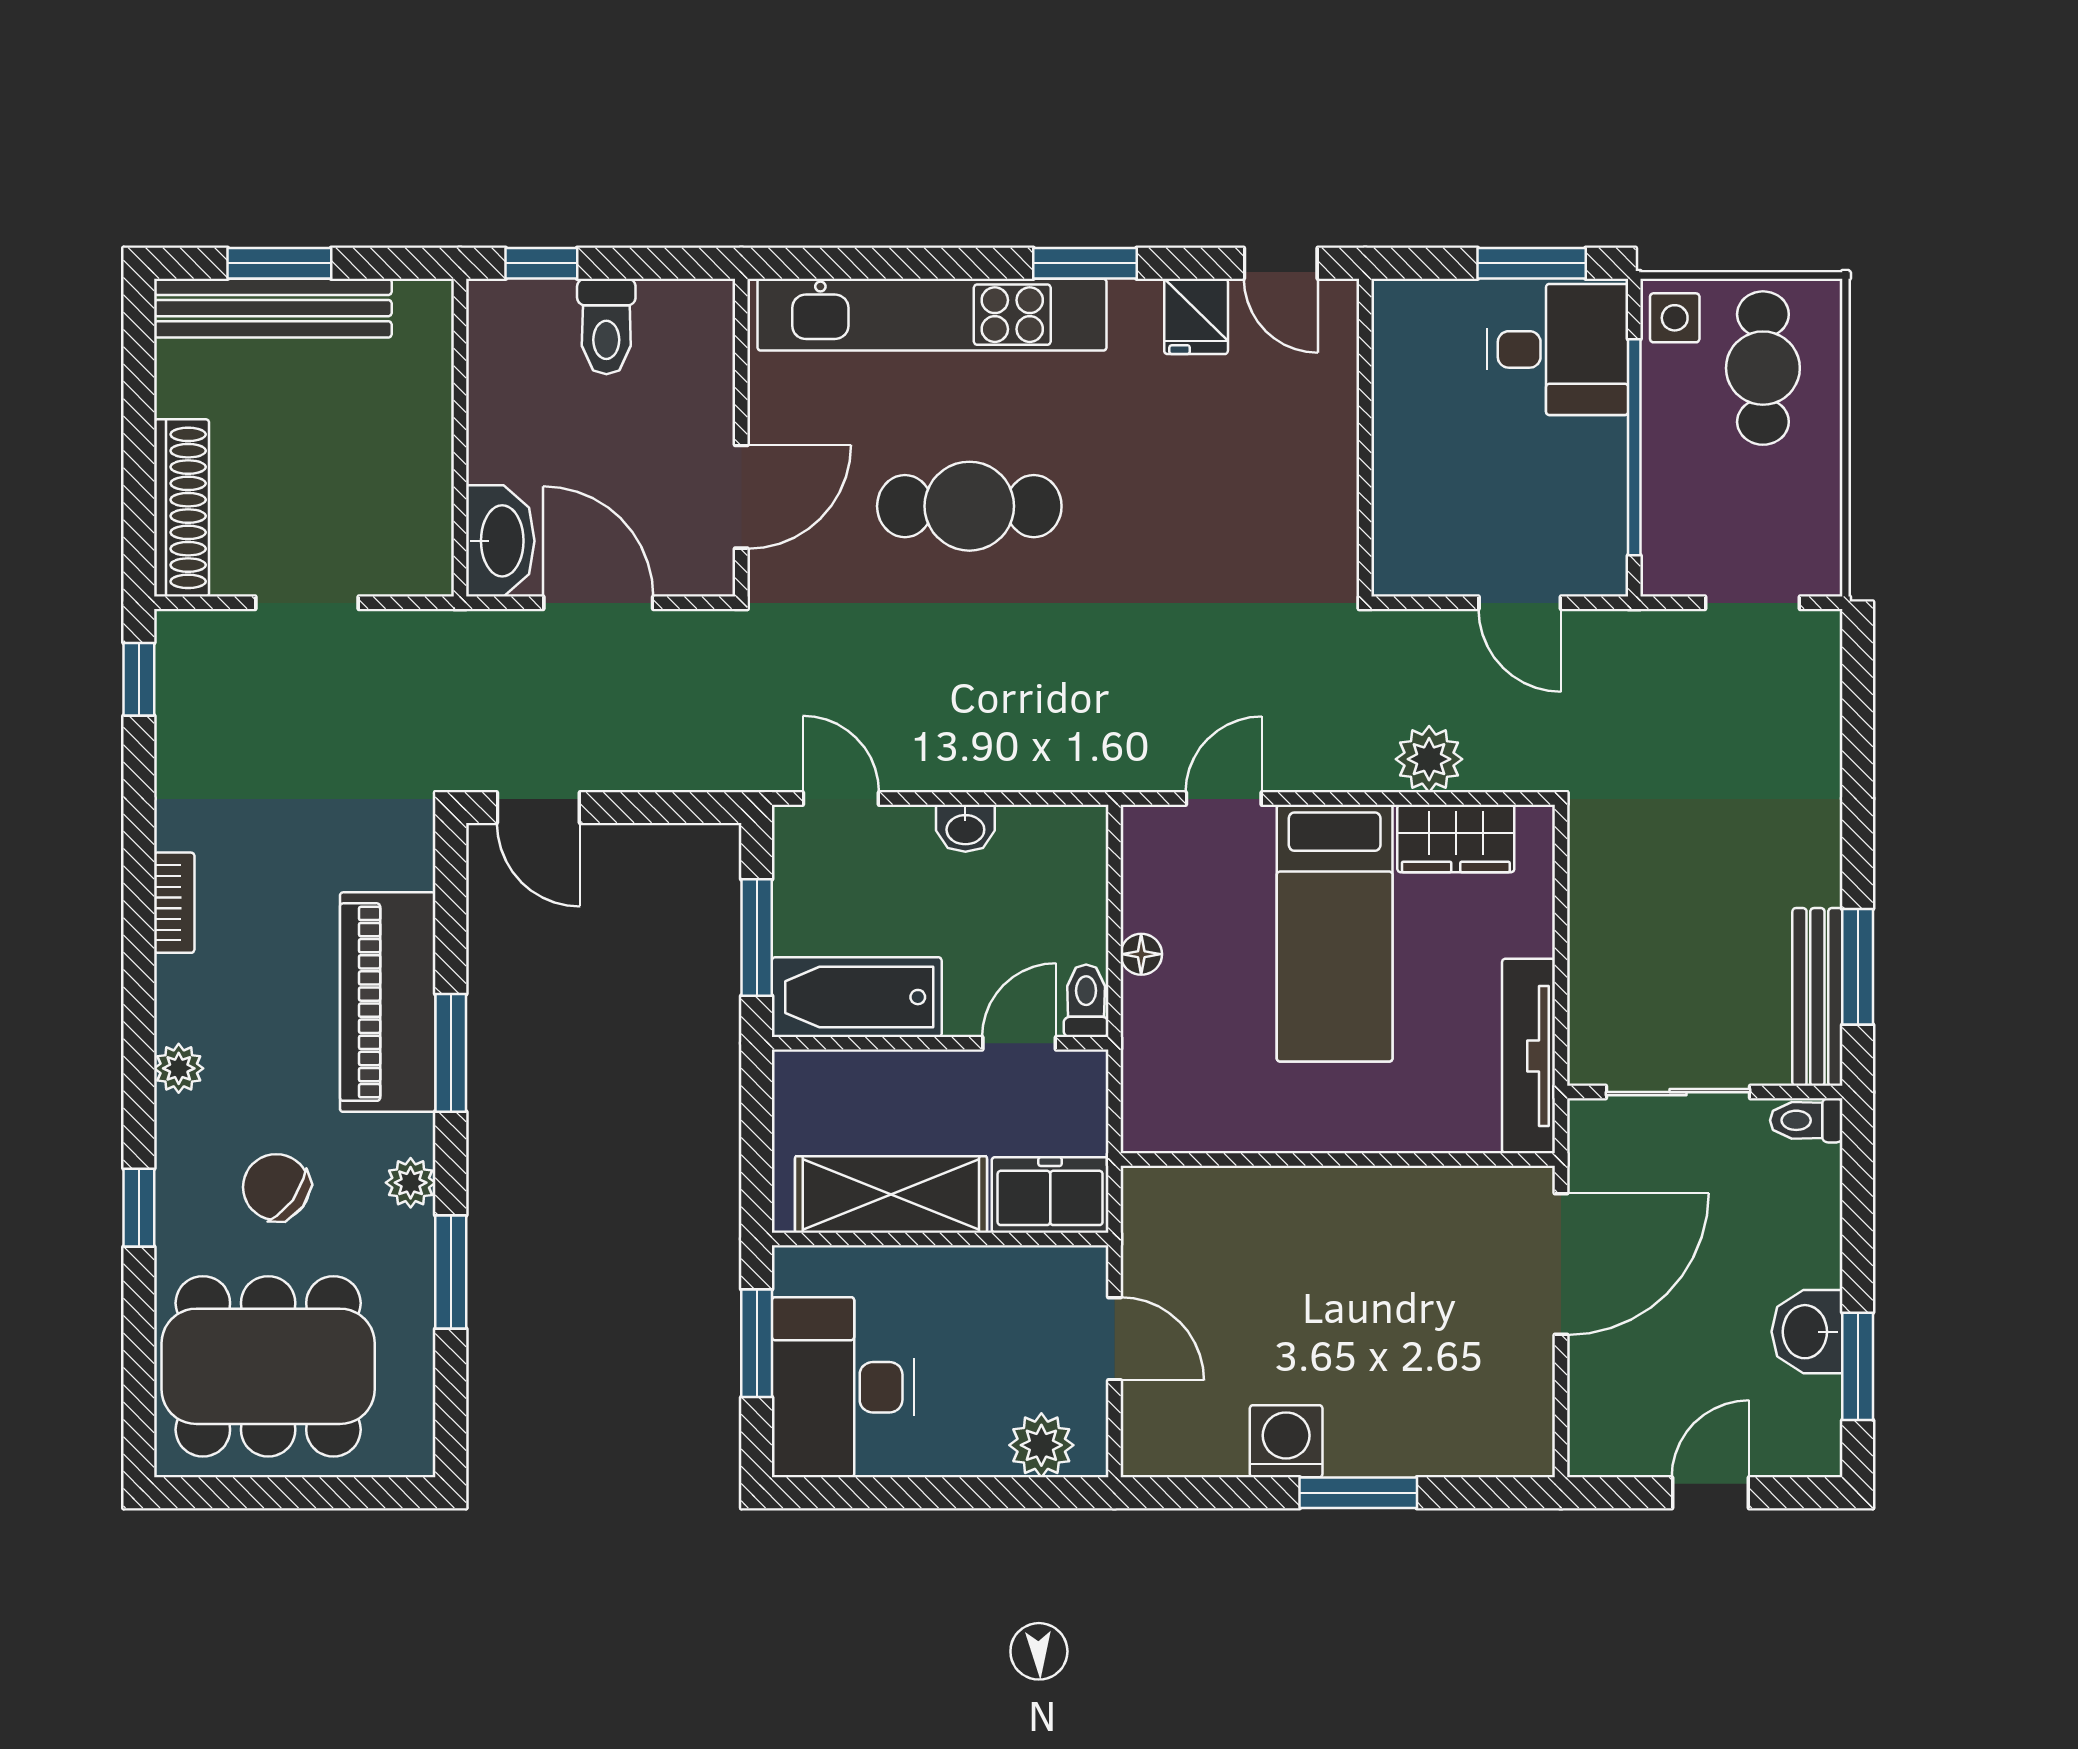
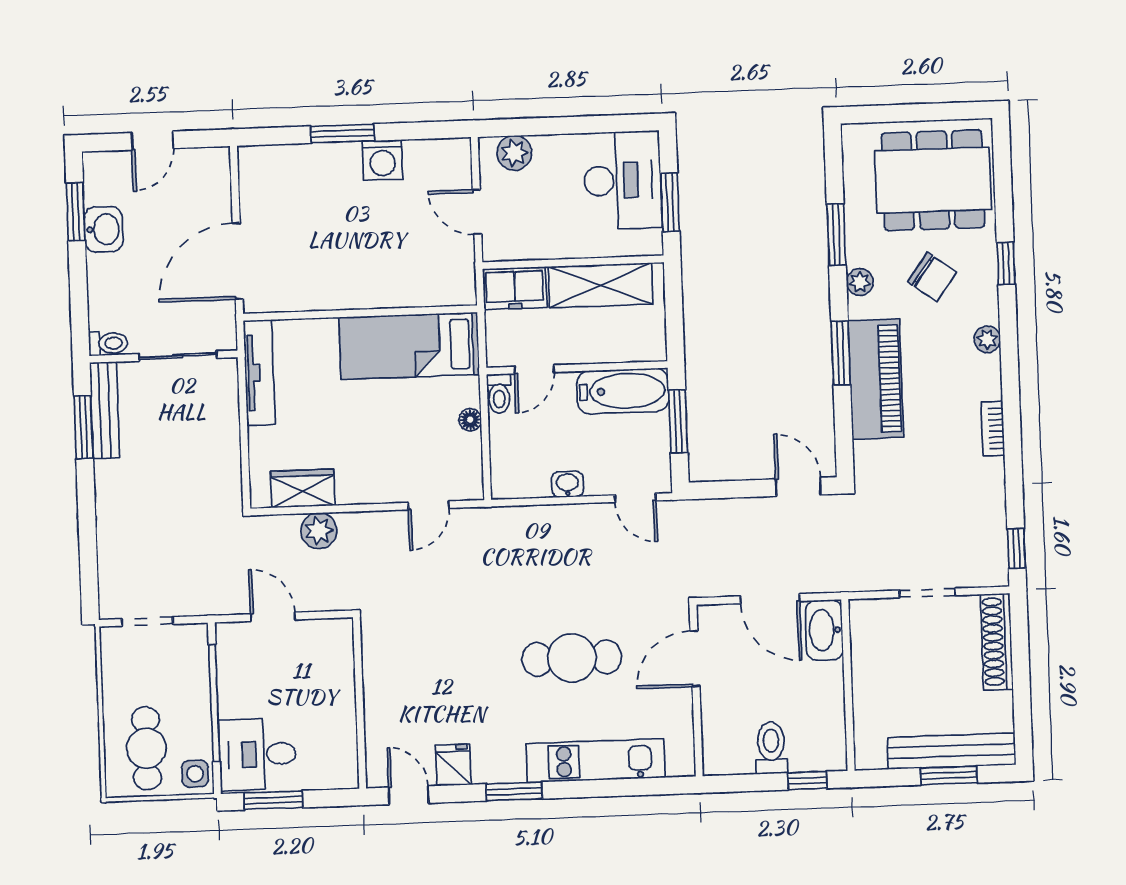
kitchen unit: (932, 315) -> (596, 761), width x0.73
bed: (1335, 933) -> (409, 346), moved, turned -90

